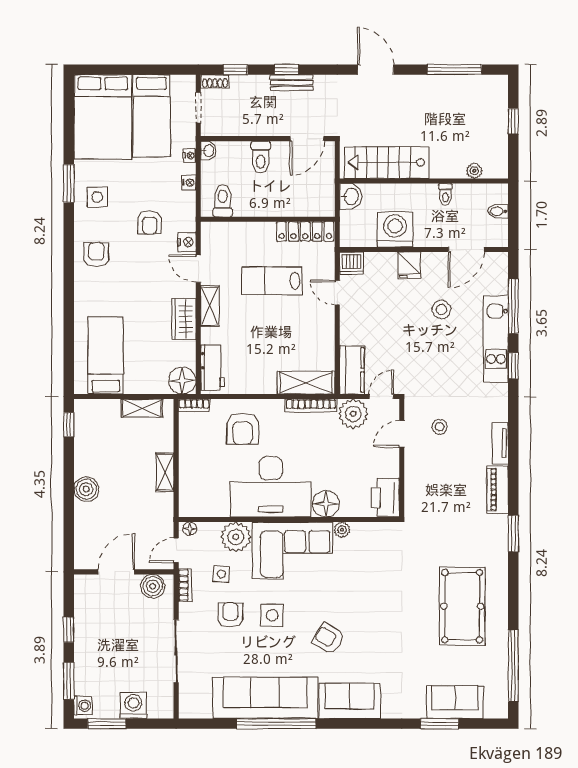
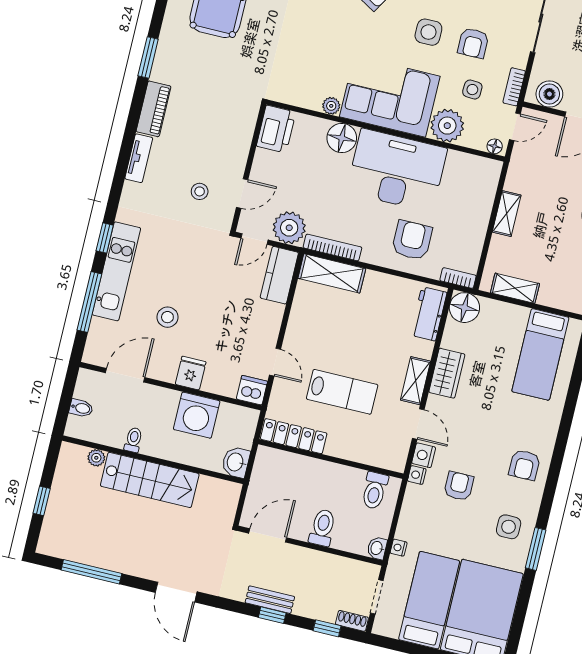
stairs: (387, 163) -> (150, 480), moved
nightstand: (189, 183) -> (417, 475), moved

